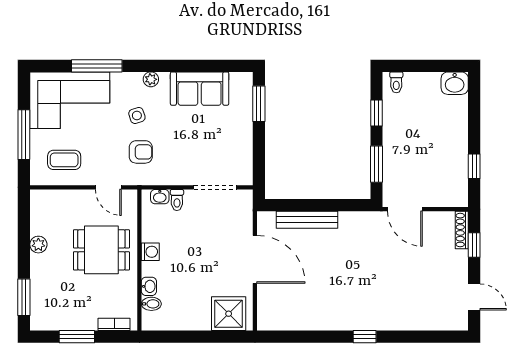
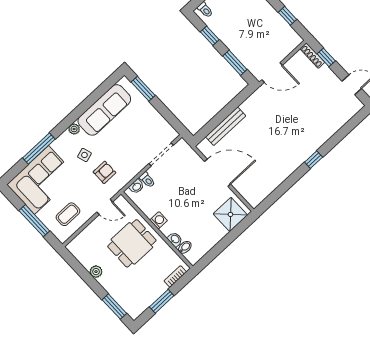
sofa: (200, 89) -> (104, 110), width x1.36

